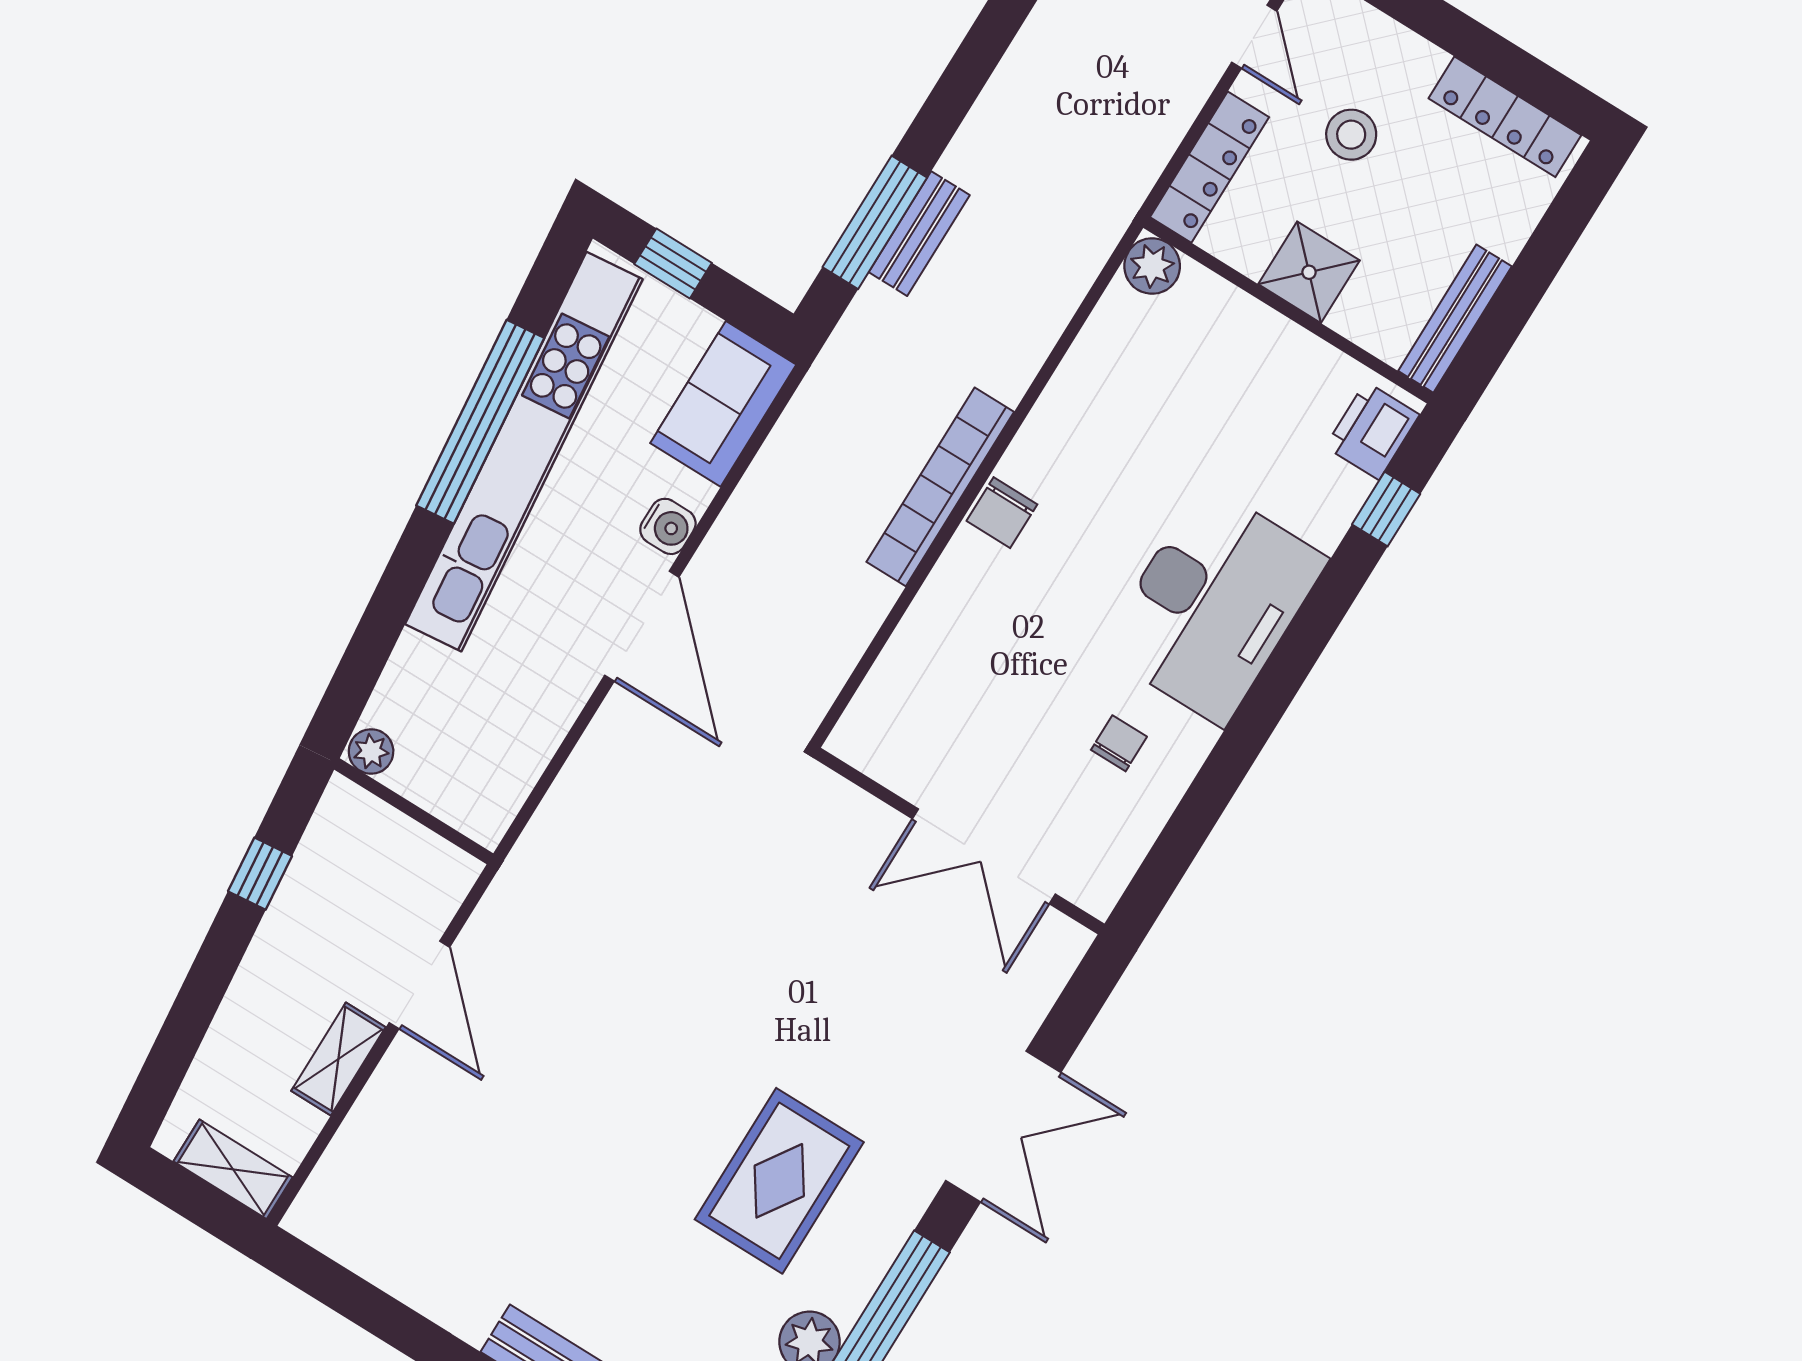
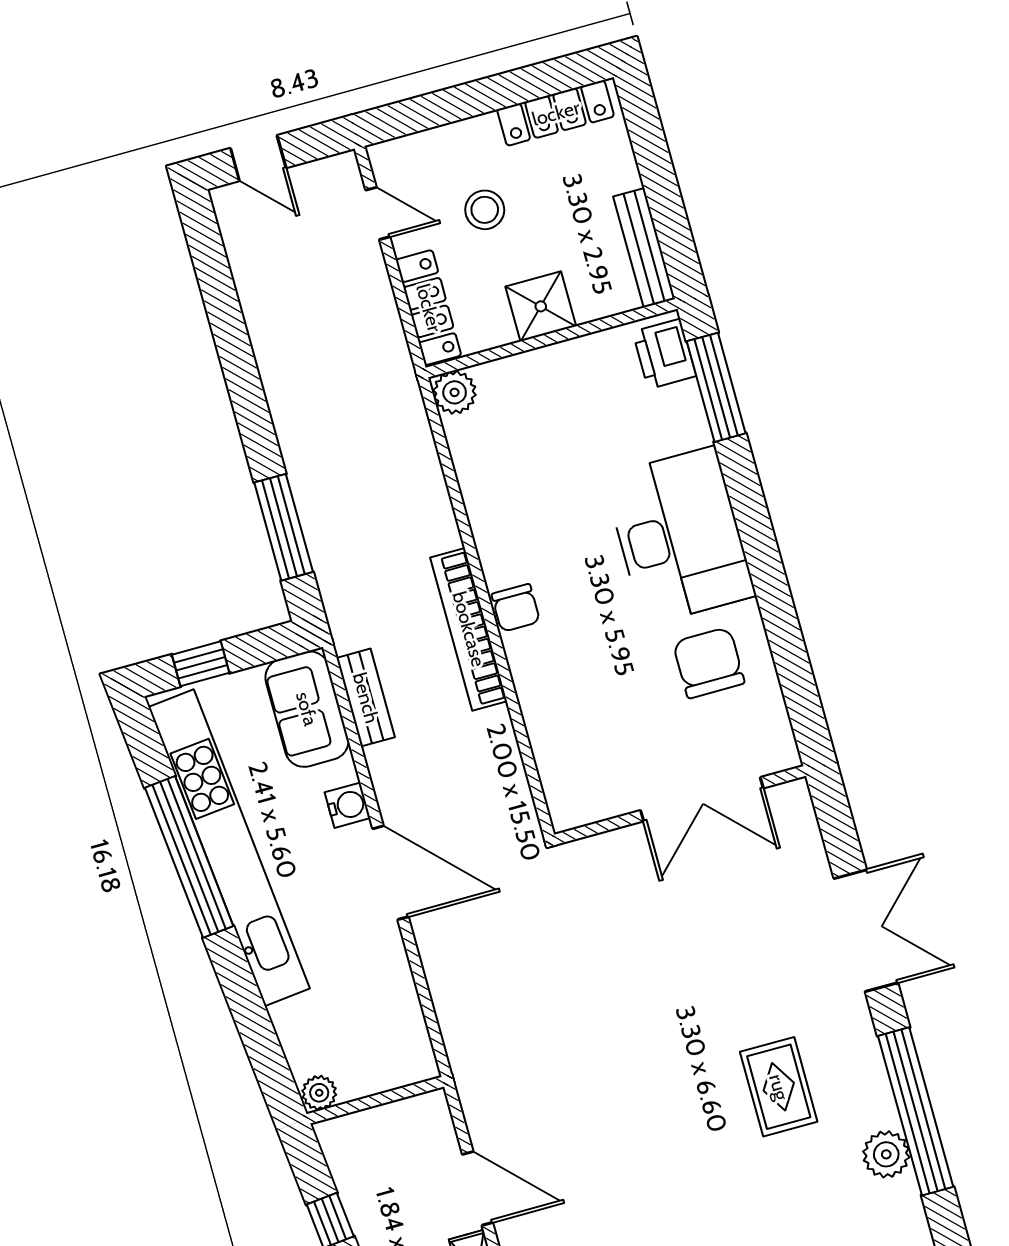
bench: (919, 234) -> (366, 698), moved
window: (1386, 509) -> (716, 387), width x2.17
chair: (1119, 743) -> (709, 663), width x1.87, depth x1.87
rug: (779, 1181) -> (779, 1087), width x0.73, depth x0.70

